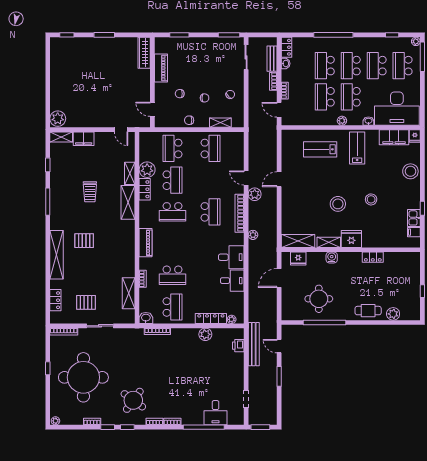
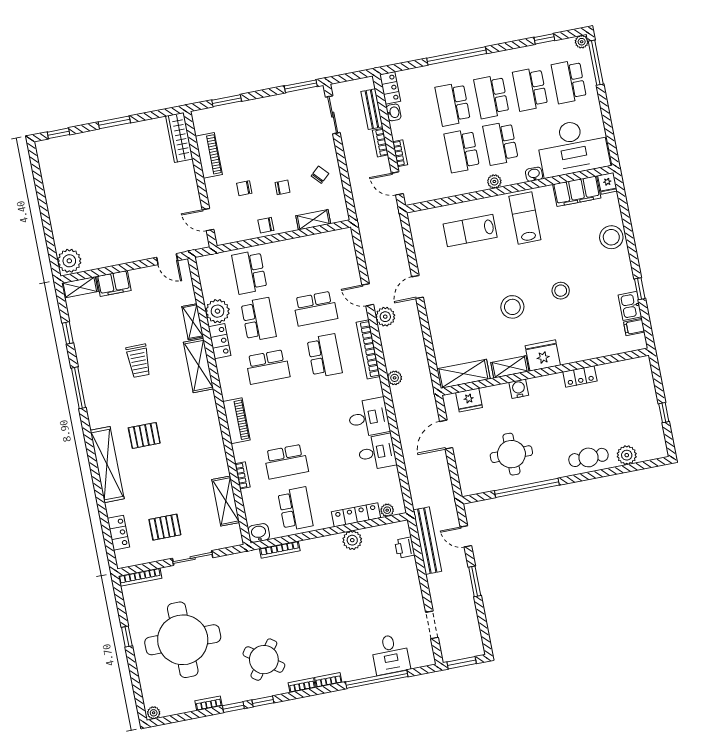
school desk: (211, 148) -> (315, 308), moved, turned 90

